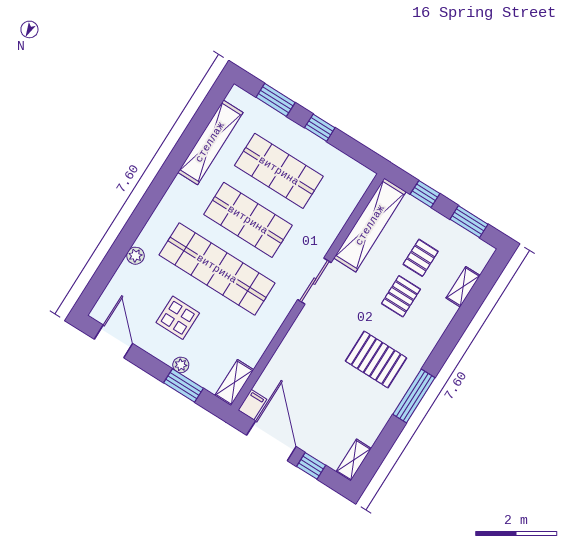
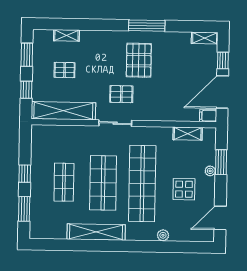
shelving: (210, 142) -> (96, 232), moved
shop shelf: (279, 171) -> (64, 182), width x0.70, depth x0.74
pallet: (401, 296) -> (121, 94), moved
shelving: (234, 383) -> (188, 134), moved

